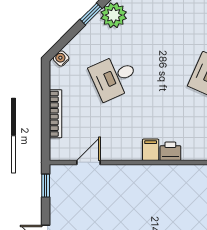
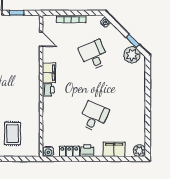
filing cabinet: (151, 150) -> (49, 73), width x2.00
window: (46, 186) -> (17, 13), moved

